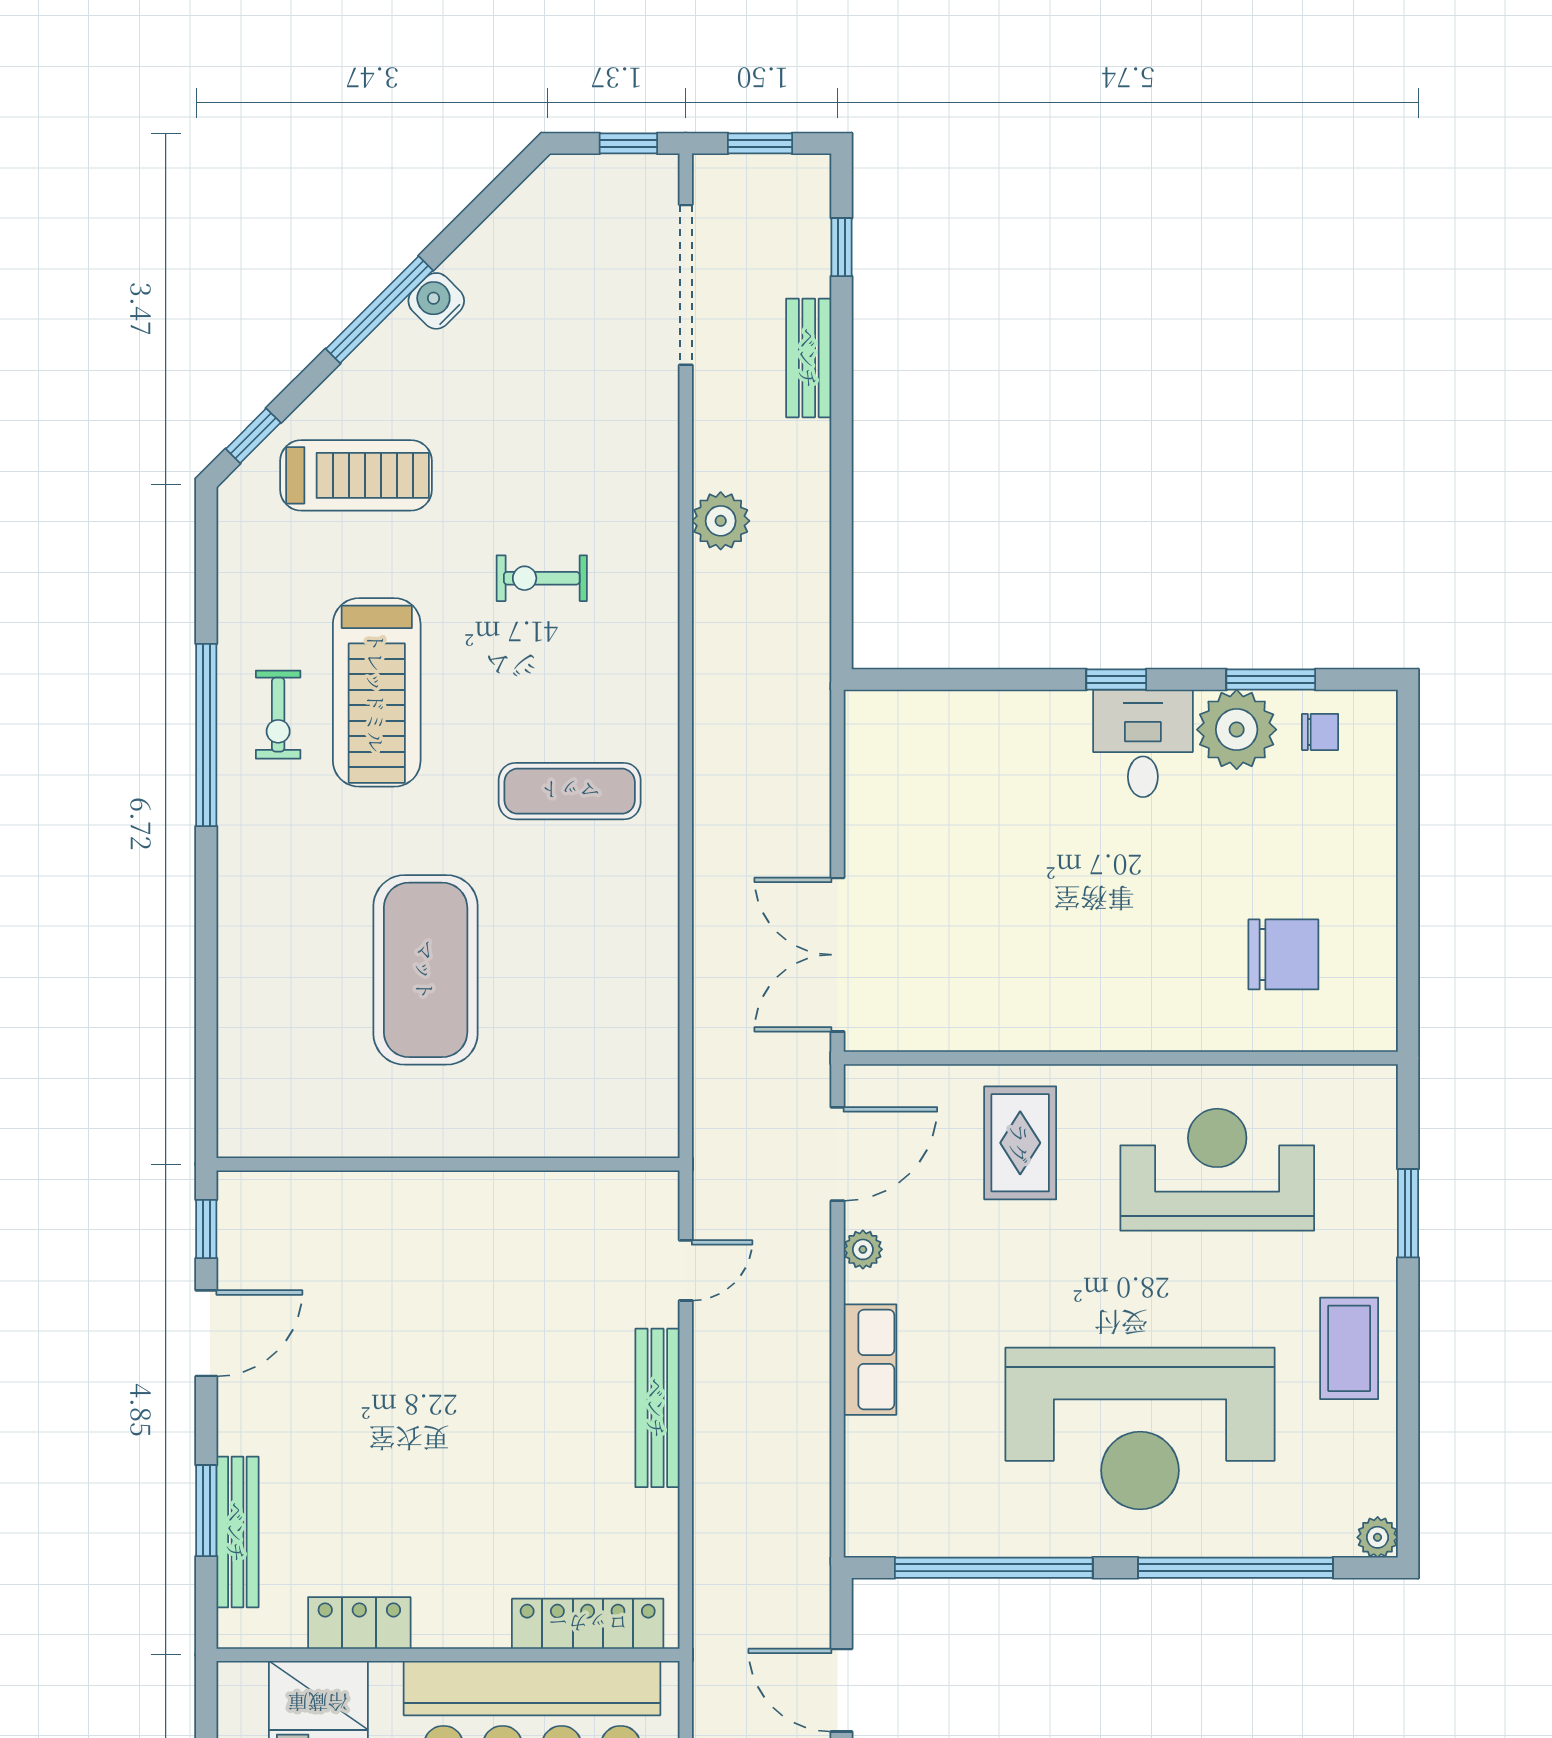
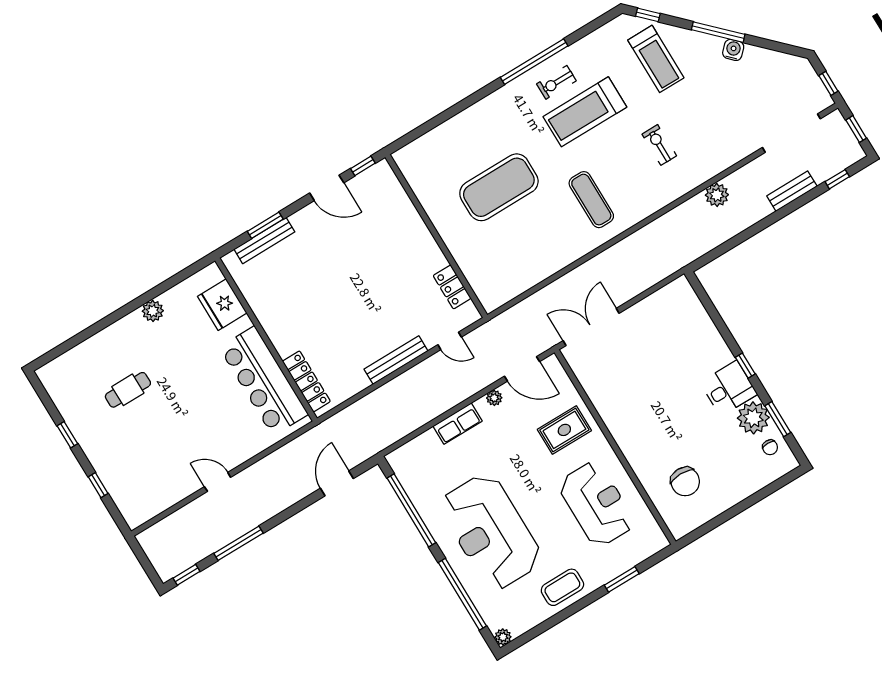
locker: (359, 1623) -> (452, 287), moved, turned 180

